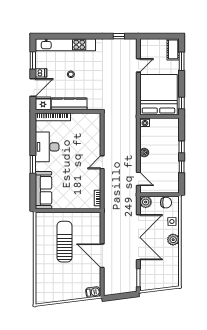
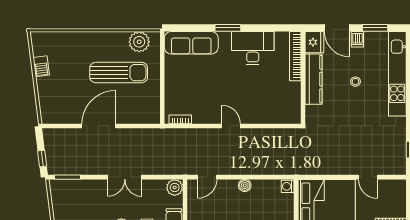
plant: (43, 227) -> (139, 42), added
double door: (138, 237) -> (125, 177), width x0.54
barbecue: (93, 292) -> (41, 66), moved
window: (125, 296) -> (42, 158), added

